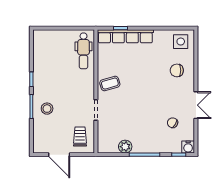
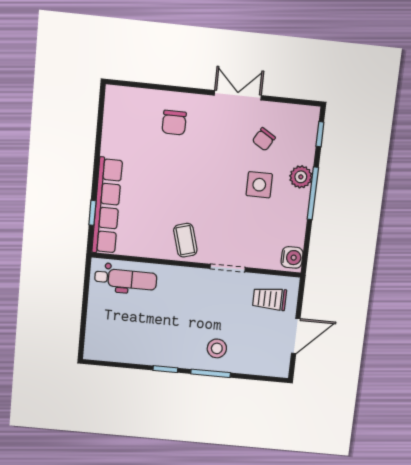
side table: (181, 42) -> (259, 185), moved
plant: (125, 147) -> (301, 177), moved
water cooler: (188, 147) -> (292, 257), moved

